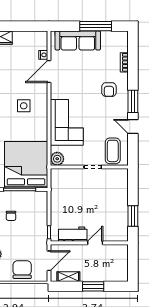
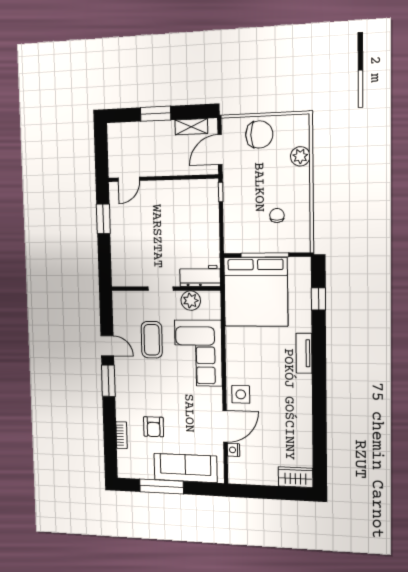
armchair: (109, 90) -> (154, 427), moved, turned 180
side table: (24, 106) -> (241, 394), moved
coffee table: (113, 151) -> (152, 340), moved
plant: (57, 159) -> (191, 301), moved
workbench: (73, 234) -> (200, 276), moved, turned 180
door: (95, 243) -> (129, 179), moved
chair: (22, 270) -> (259, 134), turned -90

